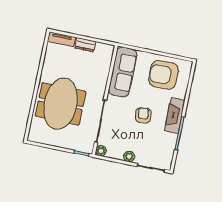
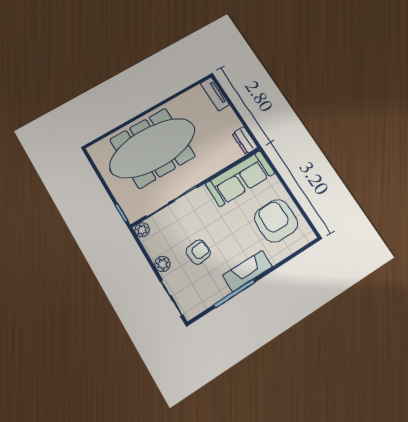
dresser: (85, 45) -> (245, 140), moved
meeting table: (61, 104) -> (153, 148), width x1.36
armchair: (143, 115) -> (198, 252), moved

